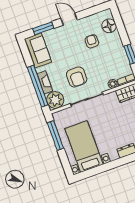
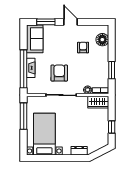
armchair: (77, 77) -> (59, 73), turned 180
plant: (55, 100) -> (34, 86), removed

